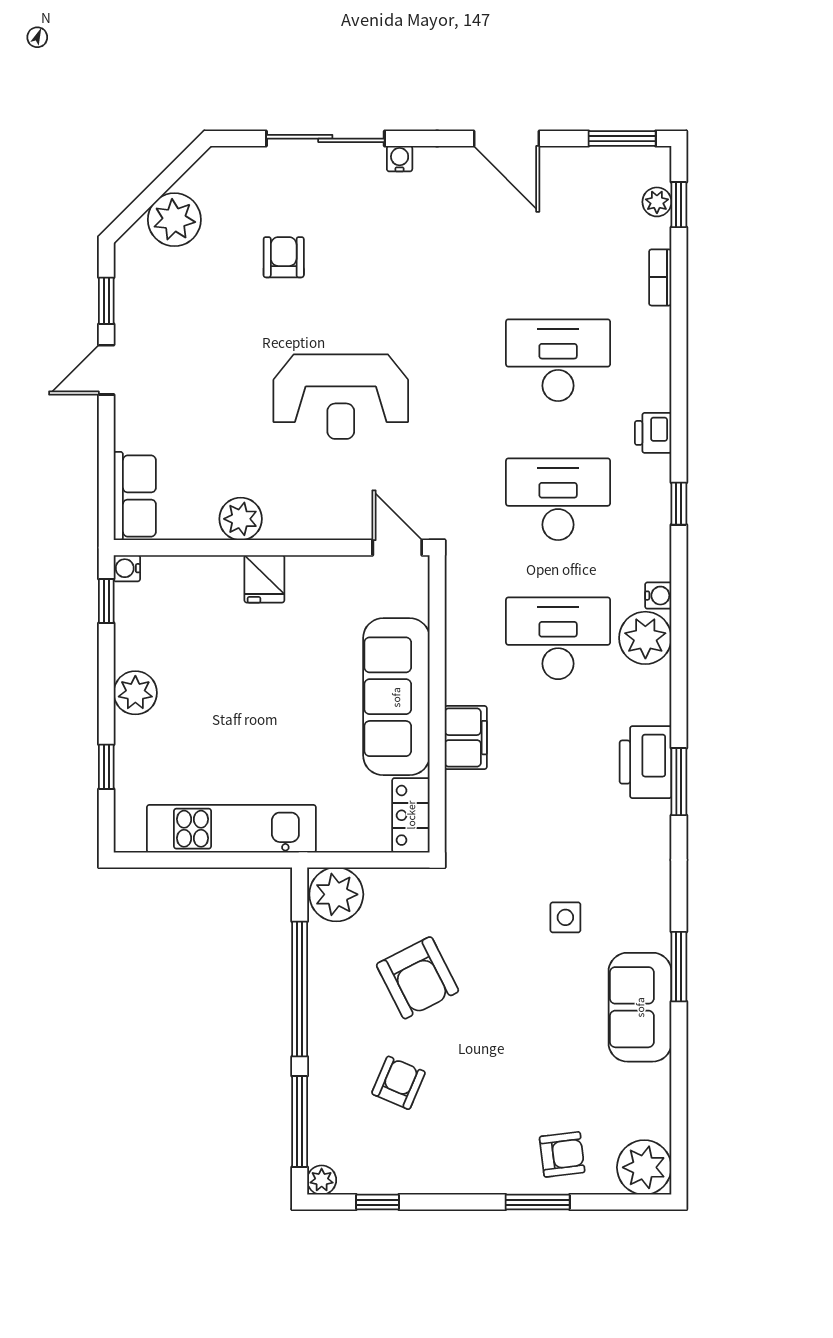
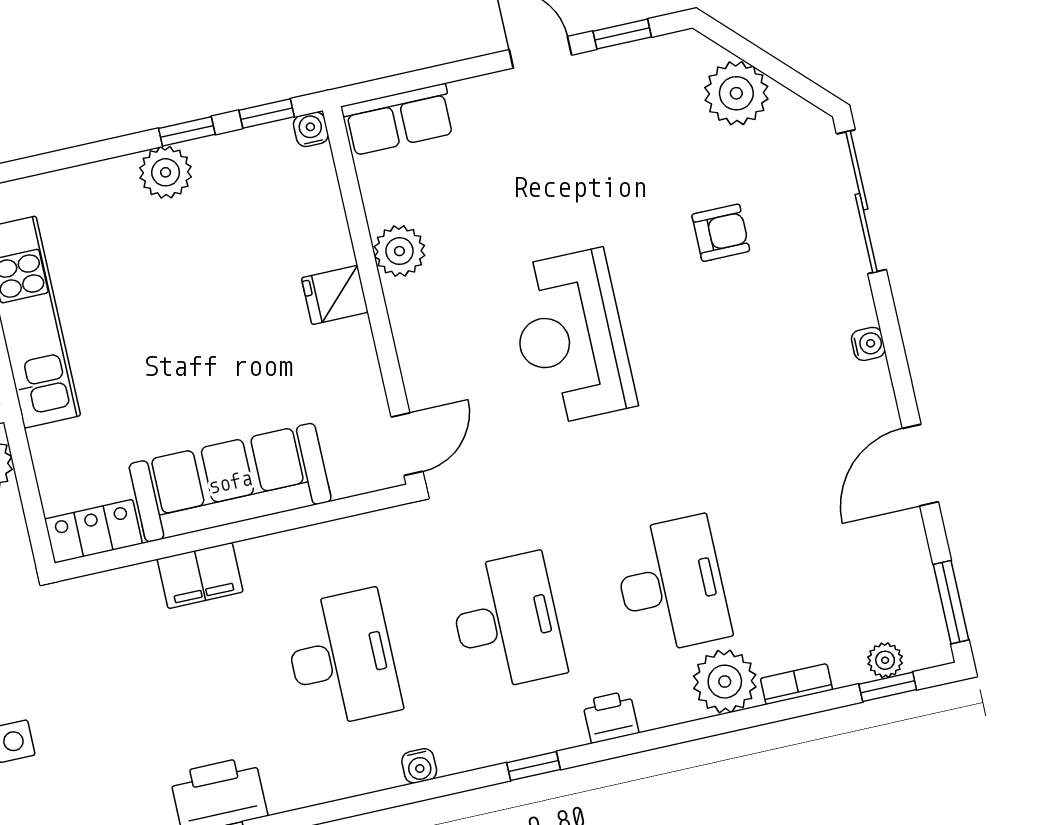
sliding door: (325, 139) -> (861, 202), moved
plant: (645, 638) -> (725, 682), moved
window: (106, 767) -> (187, 131), moved

